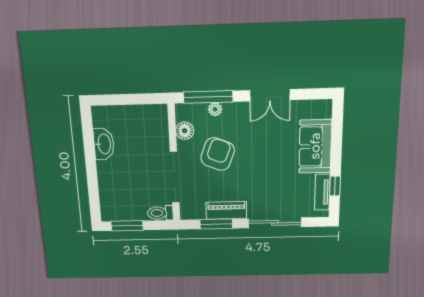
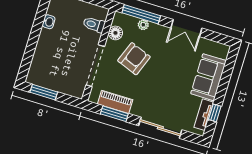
washbasin: (104, 144) -> (49, 22), width x0.52, depth x0.69
piano: (226, 210) -> (115, 102), moved
toilet: (160, 213) -> (94, 25), moved

